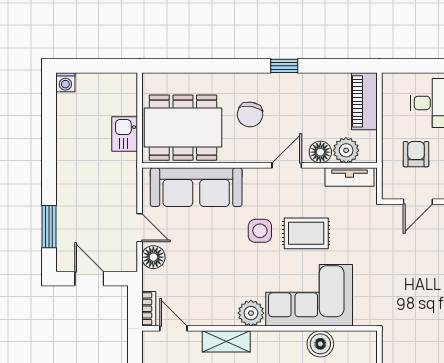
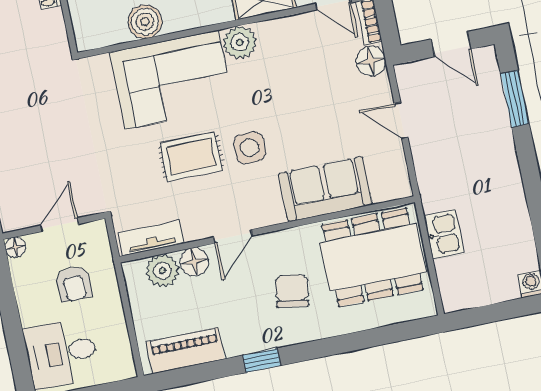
piano: (364, 101) -> (185, 351), moved, turned -90
sofa: (196, 187) -> (325, 189), width x0.73
floor lamp: (153, 257) -> (371, 61), moved

